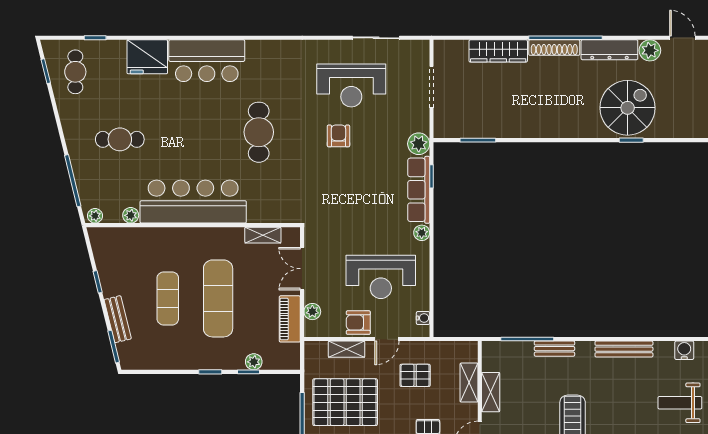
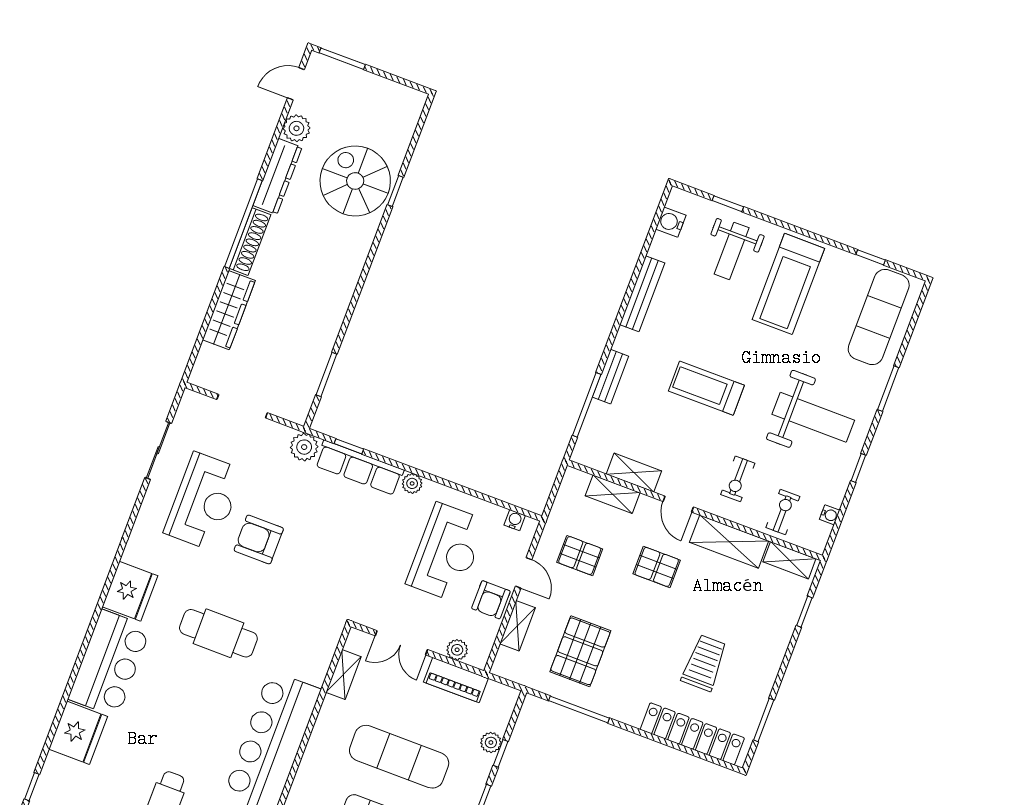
fridge: (265, 56) -> (130, 591), added
armchair: (338, 136) -> (259, 539), width x1.38, depth x1.38
pallet: (415, 375) -> (580, 556), turned 90
pallet: (345, 402) -> (580, 651), width x0.73, depth x0.71

